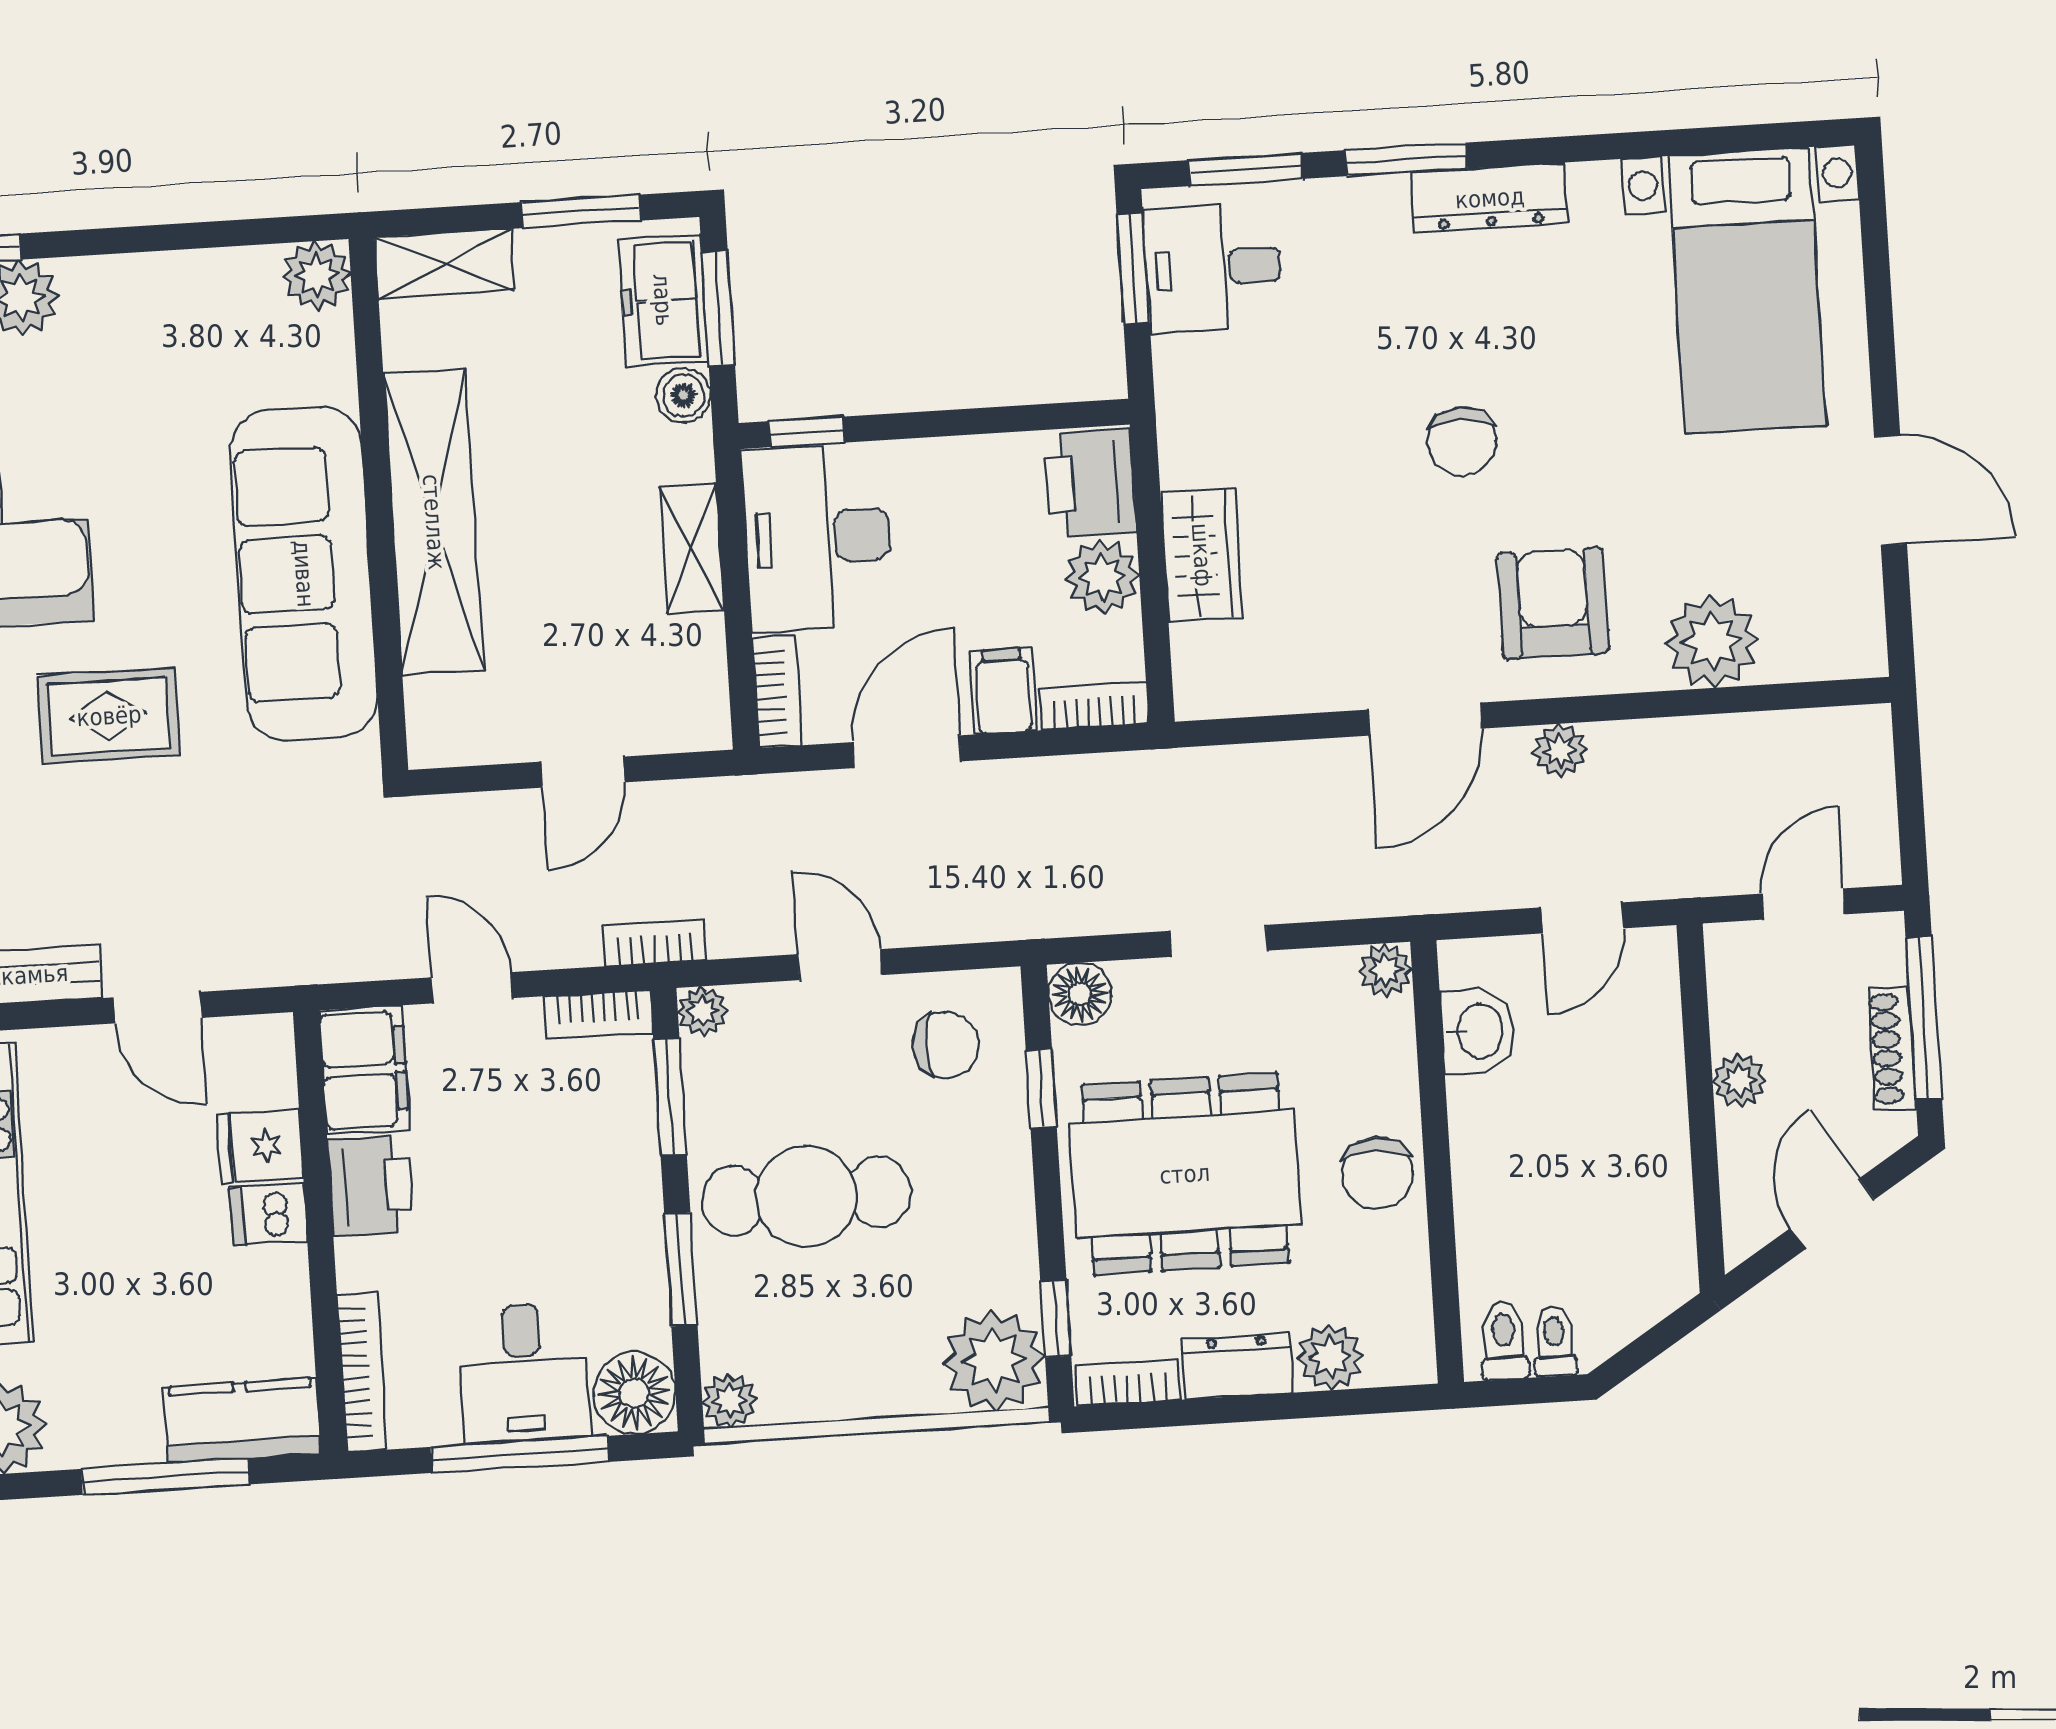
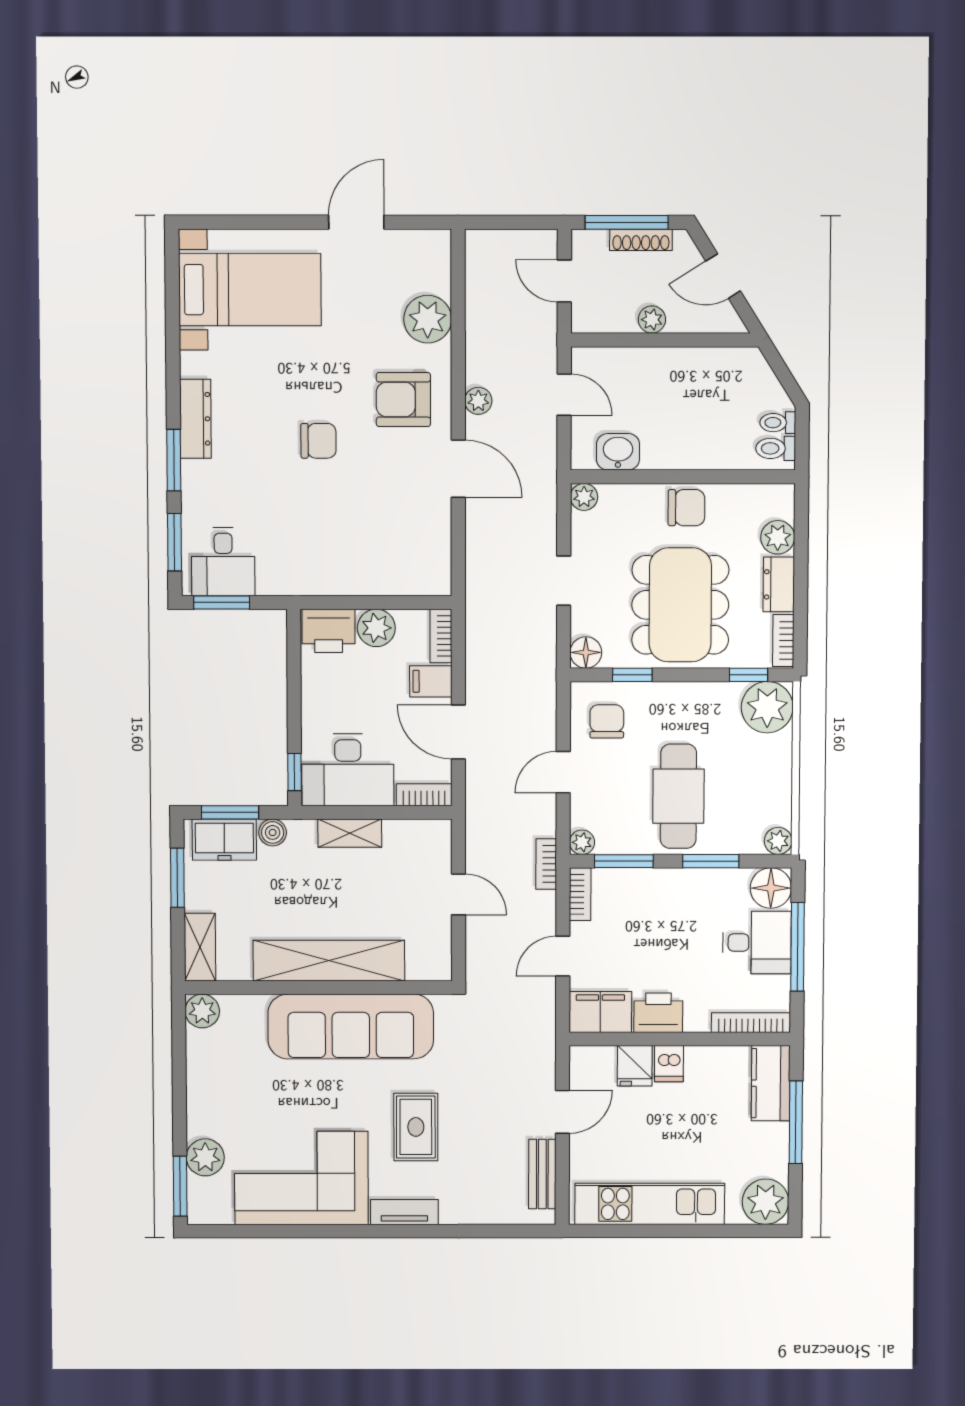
wardrobe: (1202, 555) -> (368, 577), removed

